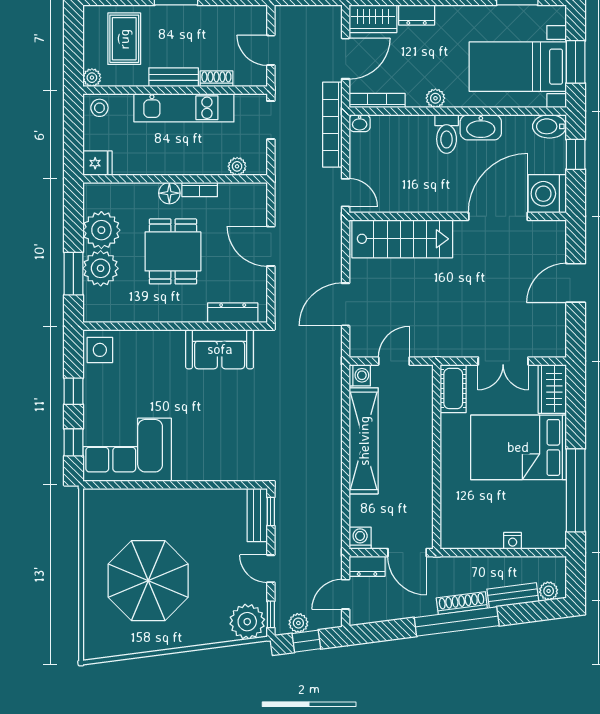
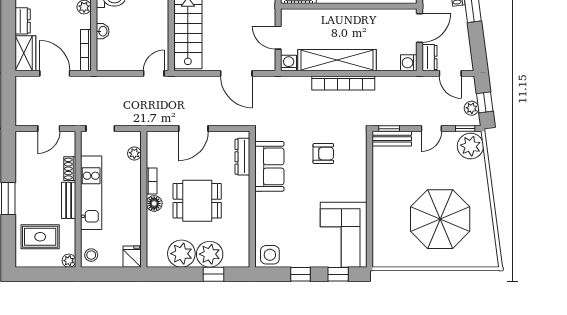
washbasin: (360, 123) -> (103, 31), moved
bookcase: (332, 125) -> (343, 83), moved
window: (73, 274) -> (213, 274), width x0.67
armchair: (237, 422) -> (323, 154), added

